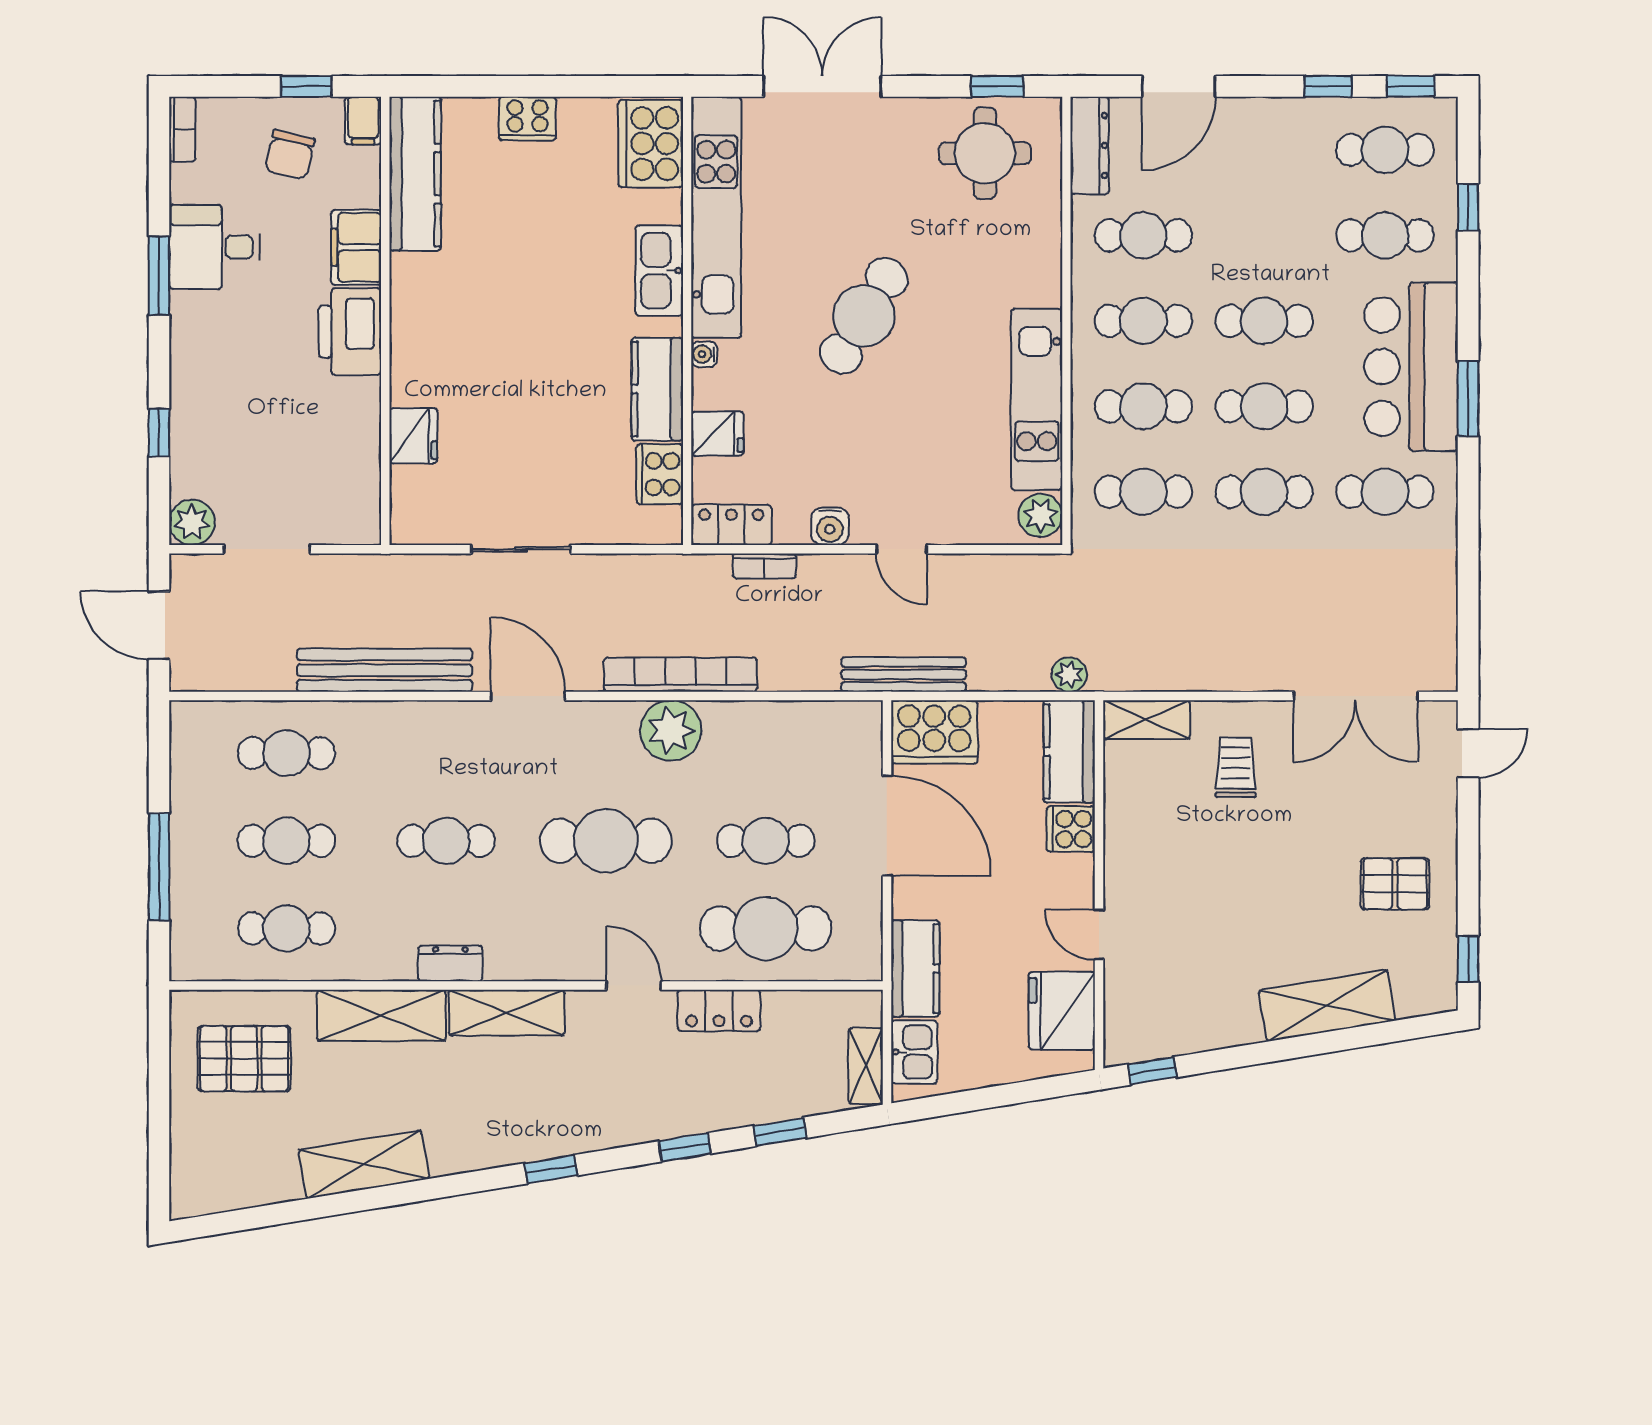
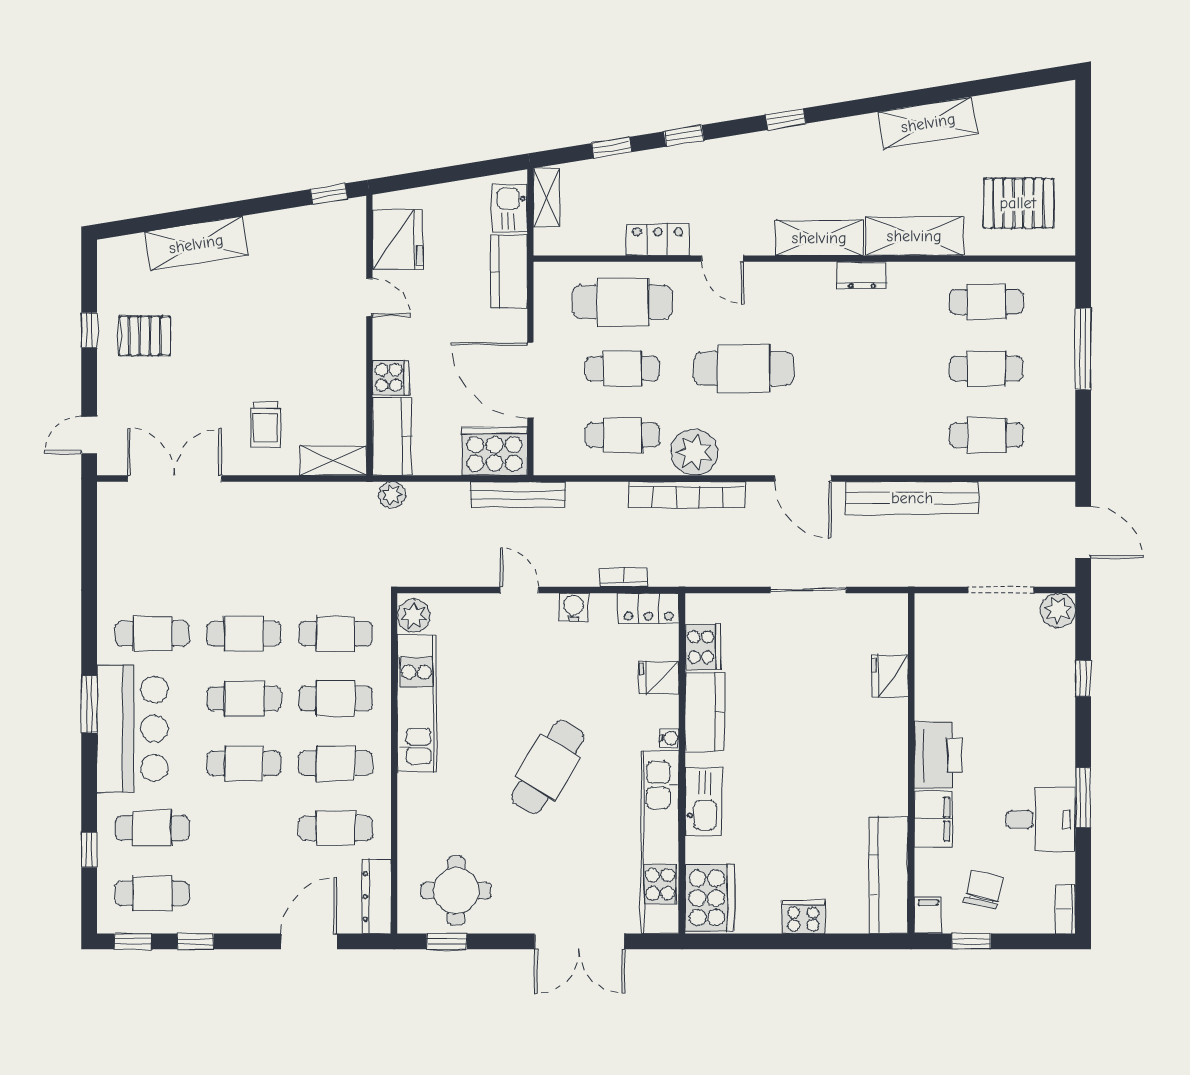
cafe table: (446, 841) -> (622, 435), moved
window: (1468, 959) -> (89, 330), moved

